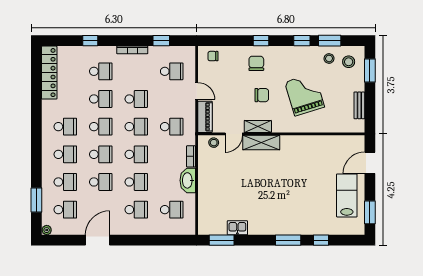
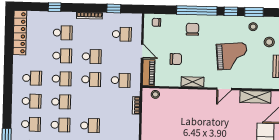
window: (261, 41) -> (197, 11), width x3.17
stool: (349, 62) -> (269, 42), moved
chair: (262, 95) -> (176, 59), moved
grand piano: (305, 95) -> (232, 56), turned 102
door: (234, 134) -> (224, 89), moved
shelving: (261, 143) -> (255, 97), moved
school desk: (136, 154) -> (91, 103), removed
washbasin: (188, 180) -> (133, 125), removed

